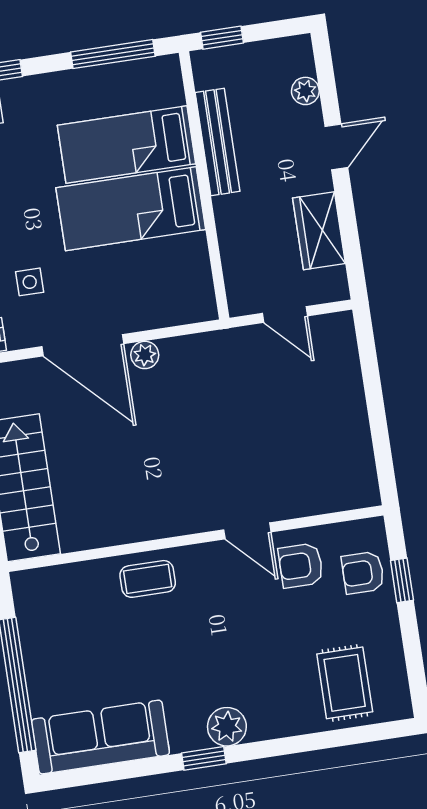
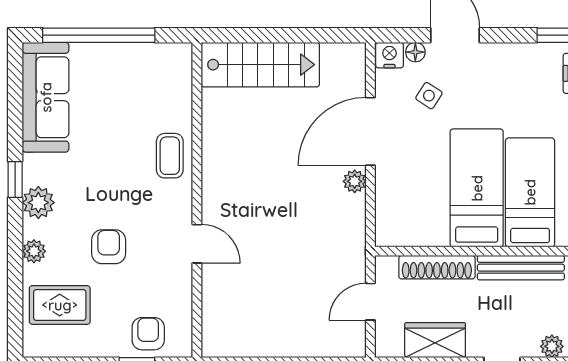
shoe rack: (232, 242) -> (437, 267), added
side table: (30, 282) -> (429, 96), turned 33
door: (247, 531) -> (197, 244), swing flipped
armchair: (301, 565) -> (109, 247), moved
plant: (285, 723) -> (34, 251), added

